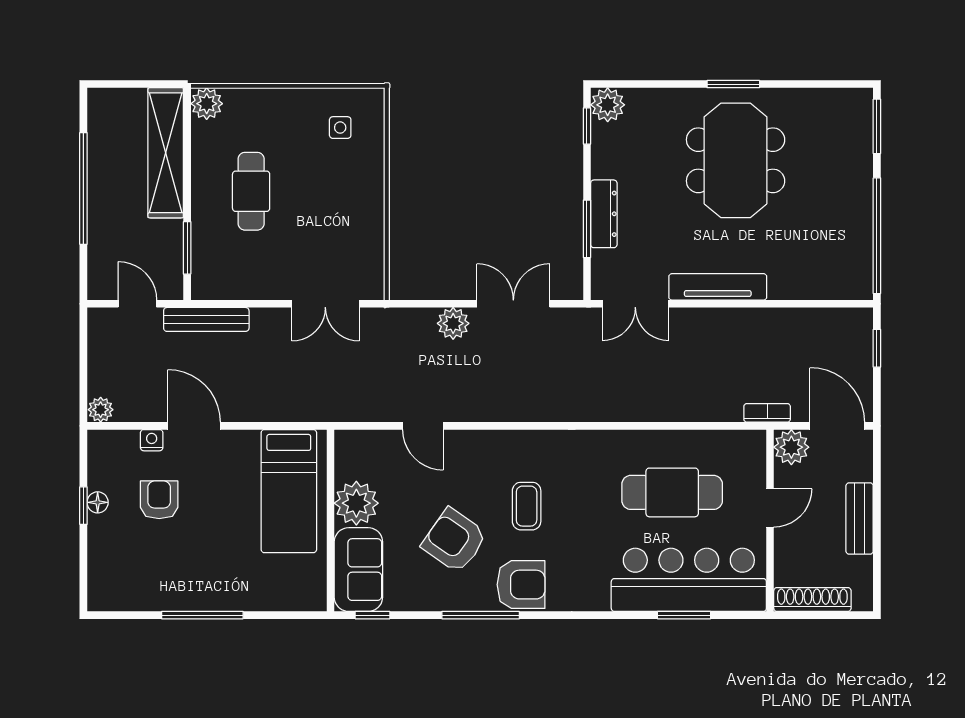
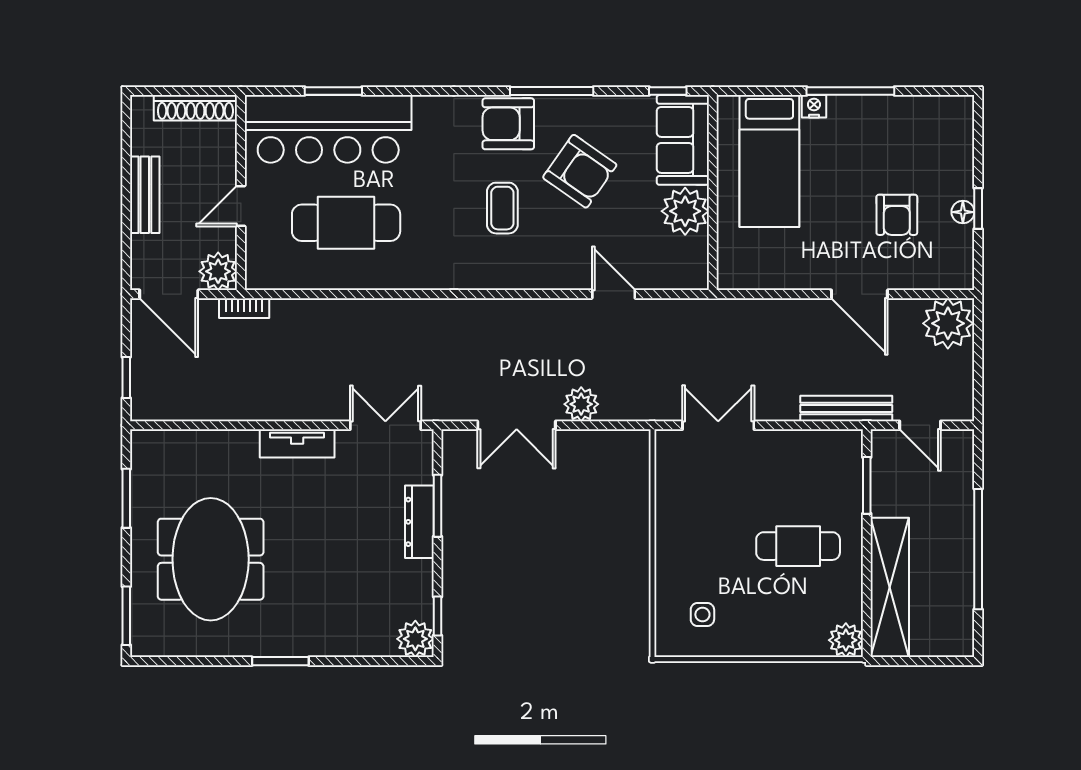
meeting table: (736, 160) -> (211, 559), moved
cafe table: (251, 191) -> (798, 546), turned 90
window: (877, 236) -> (126, 498), width x0.47
tv unit: (718, 287) -> (297, 443), width x0.71
plant: (101, 410) -> (948, 323), width x1.87, depth x1.87
nightstand: (152, 440) -> (814, 106), moved, turned 180
bed: (289, 491) -> (769, 161), moved, turned 180

